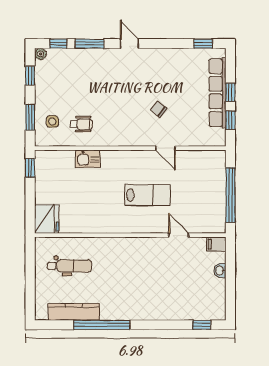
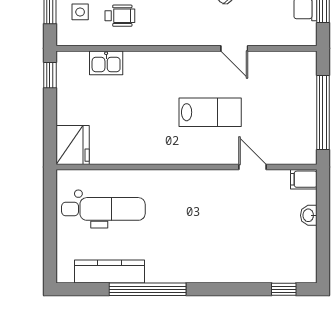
kitchen sink: (88, 159) -> (106, 63), moved
dental chair: (69, 266) -> (103, 209), width x1.36, depth x1.38

